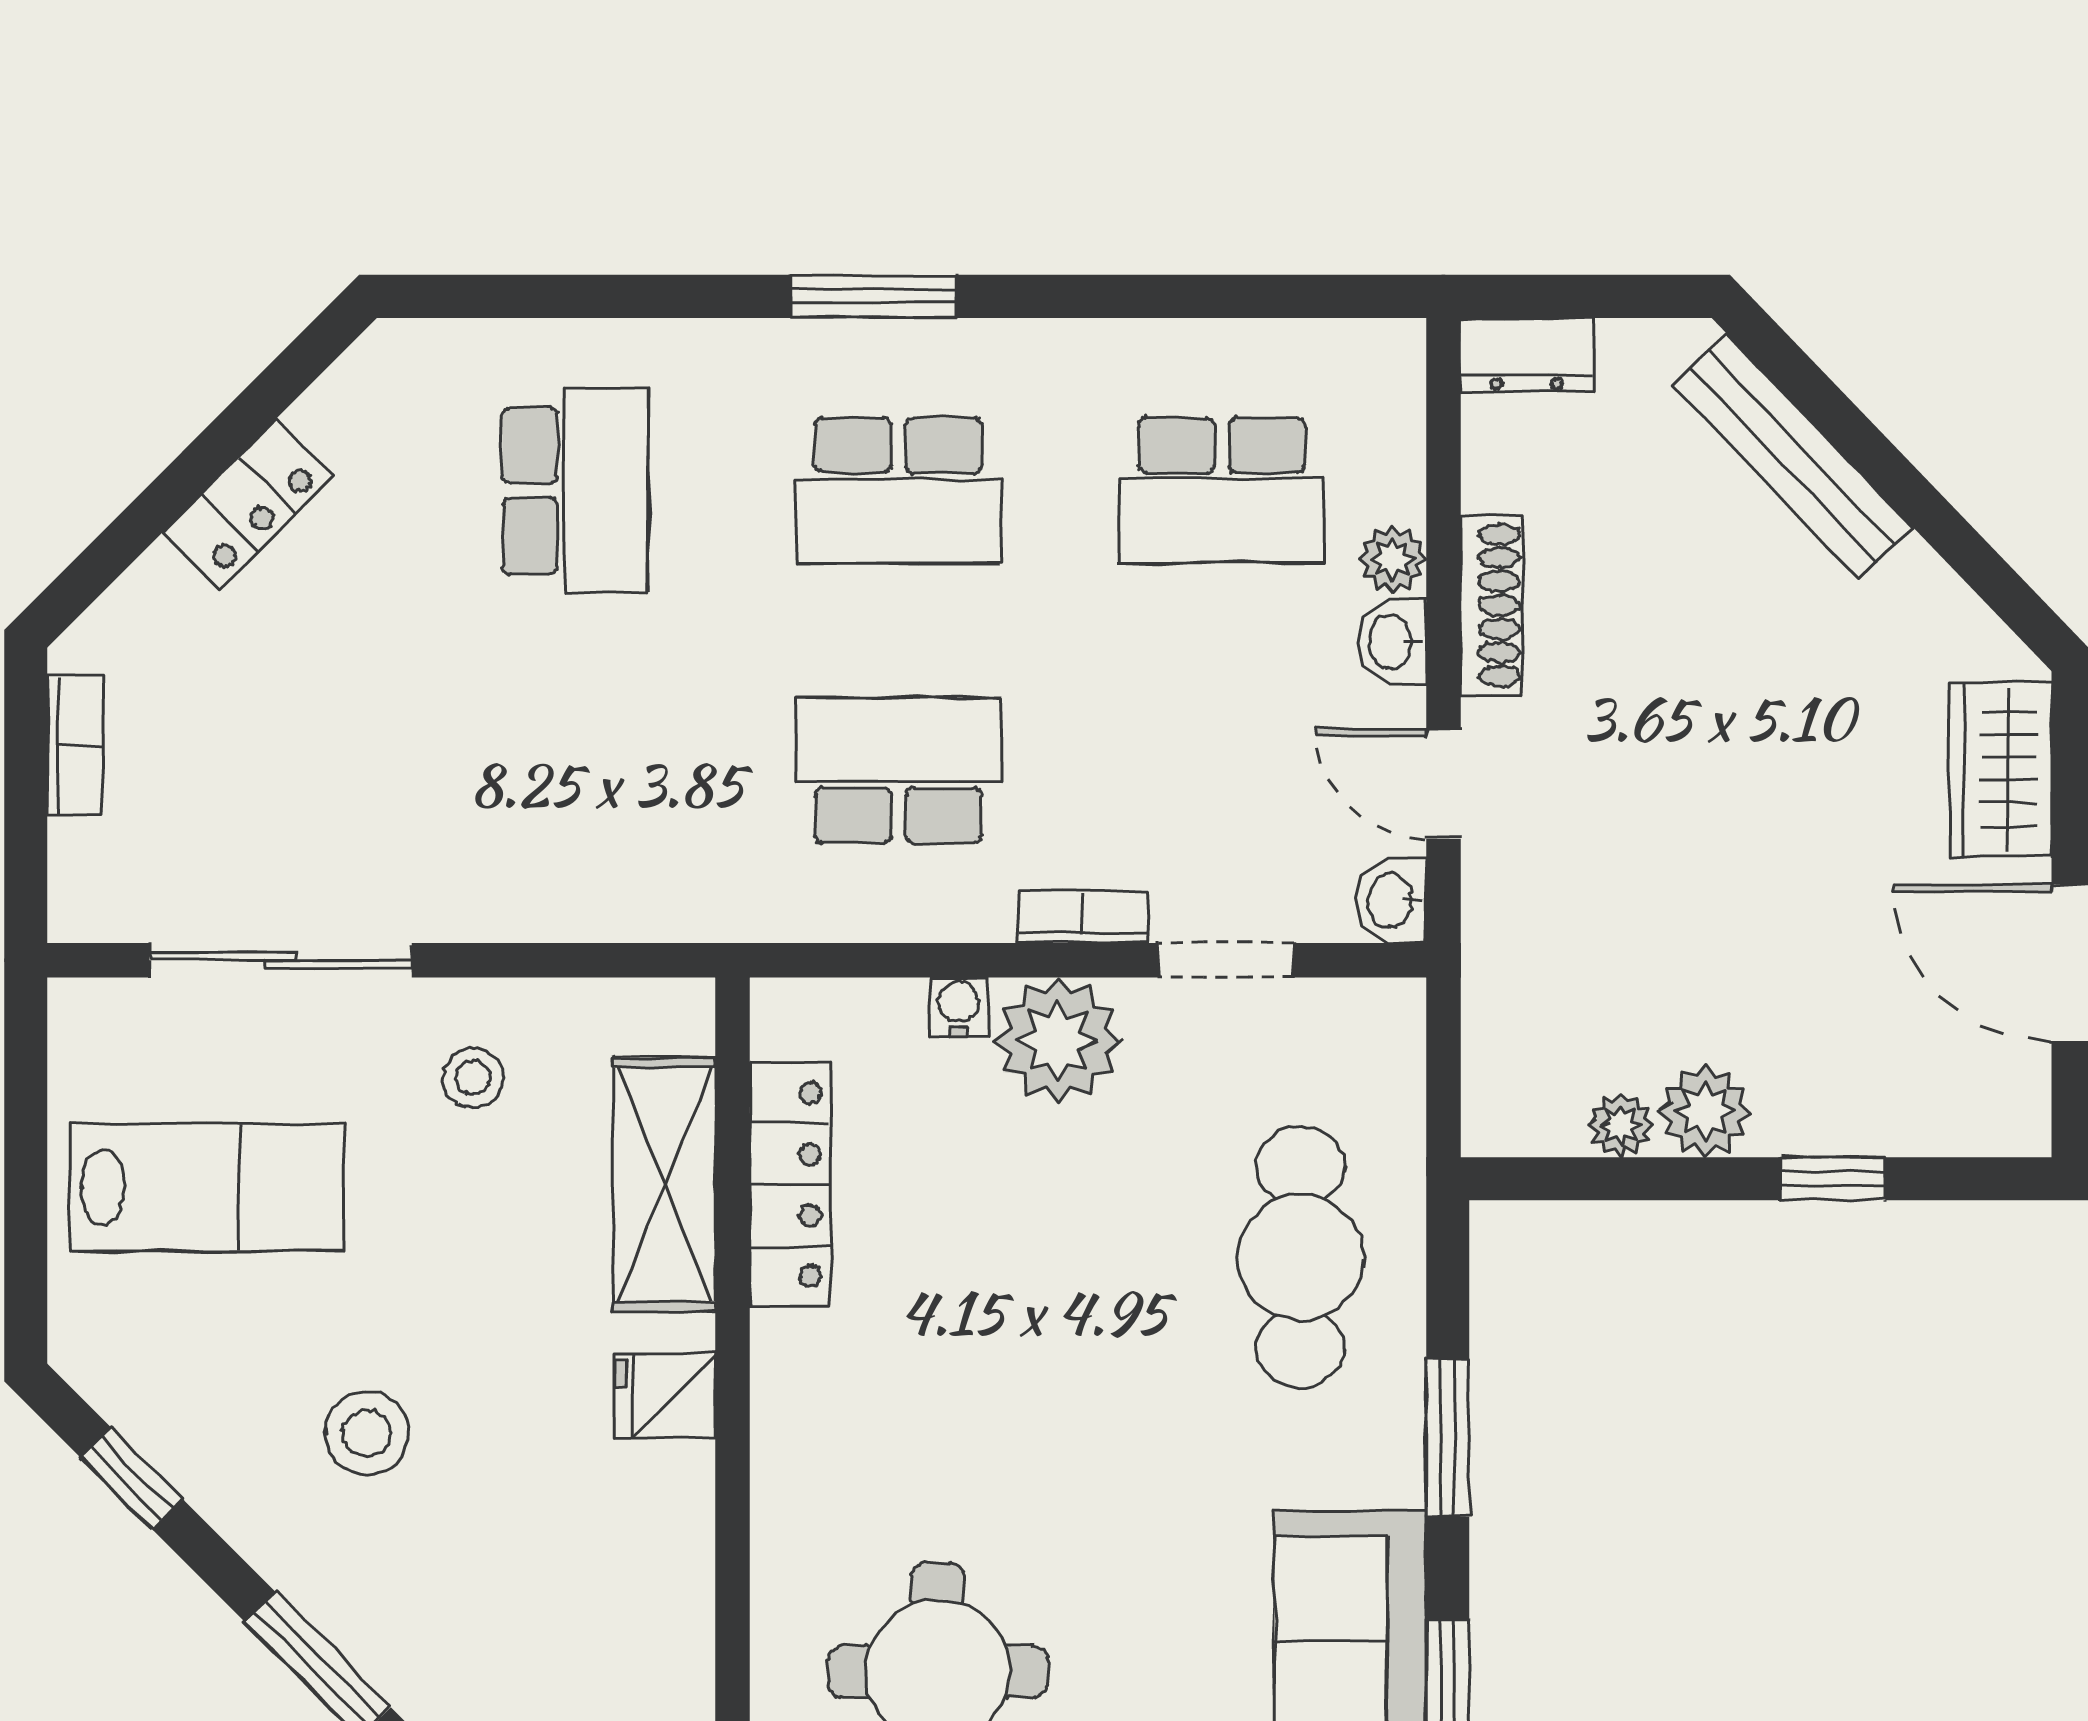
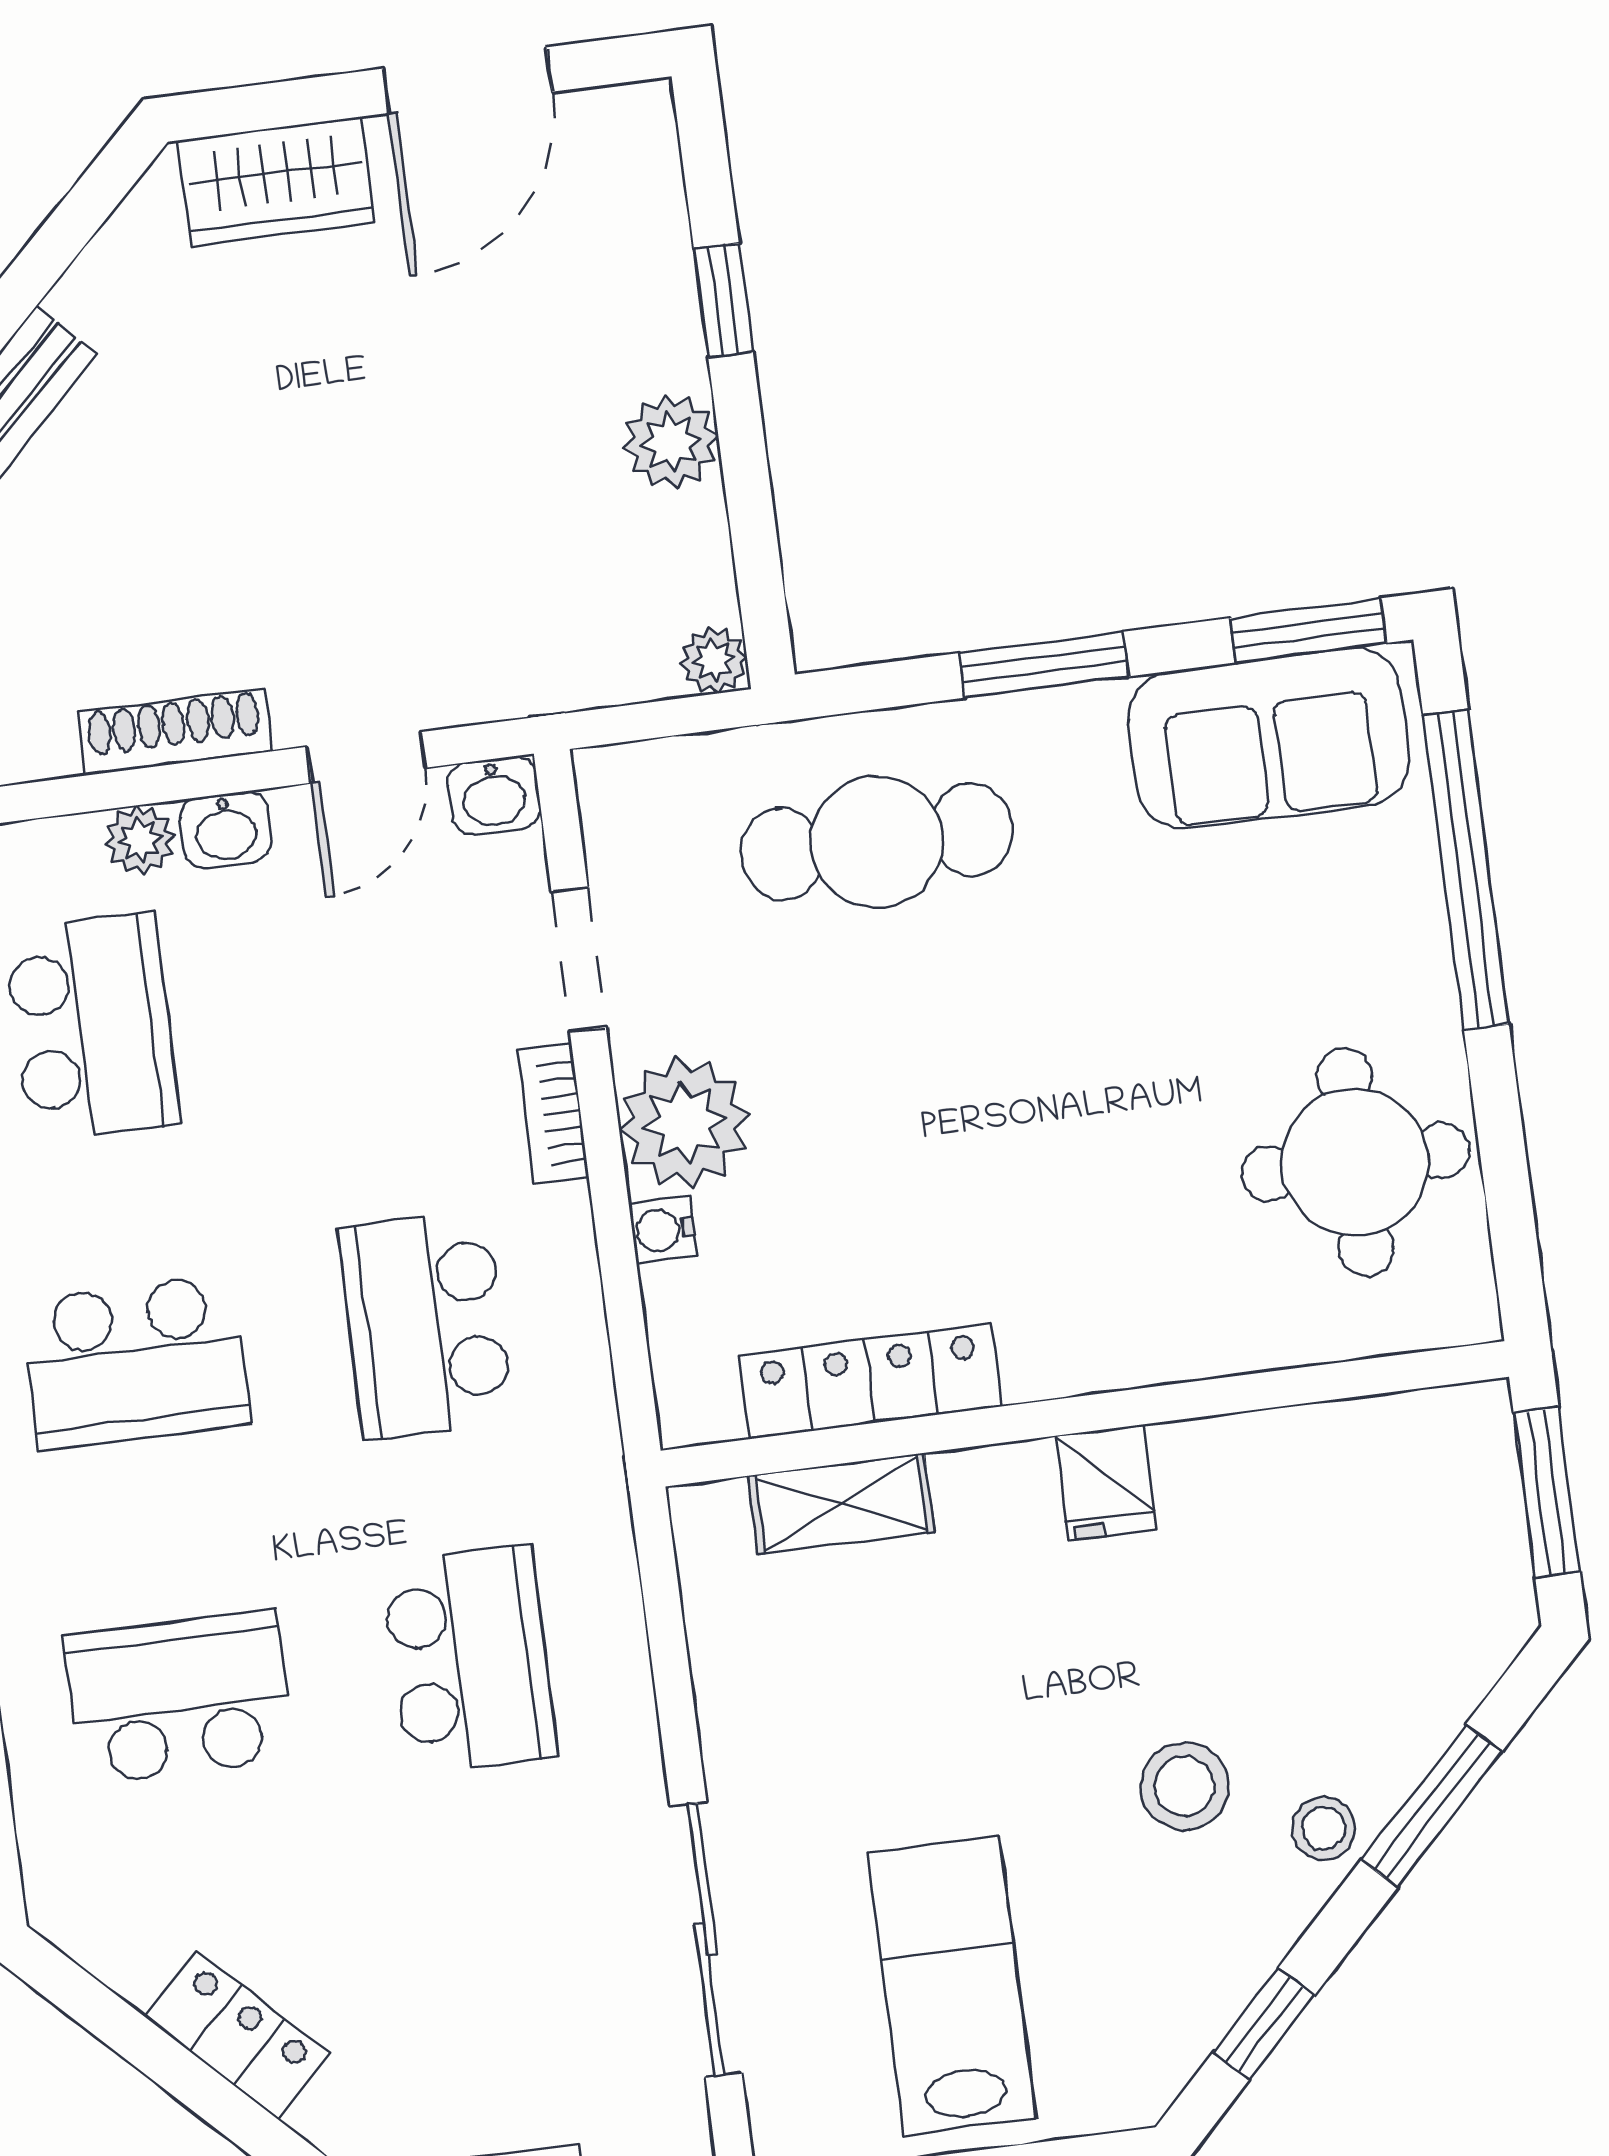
school desk: (898, 491) -> (136, 1362), turned 90
school desk: (575, 770) -> (469, 1660), added
stool: (473, 1078) -> (1323, 1828), moved
plant: (1621, 1125) -> (714, 660), moved
shelving: (665, 1184) -> (841, 1504), width x0.67, depth x0.75

